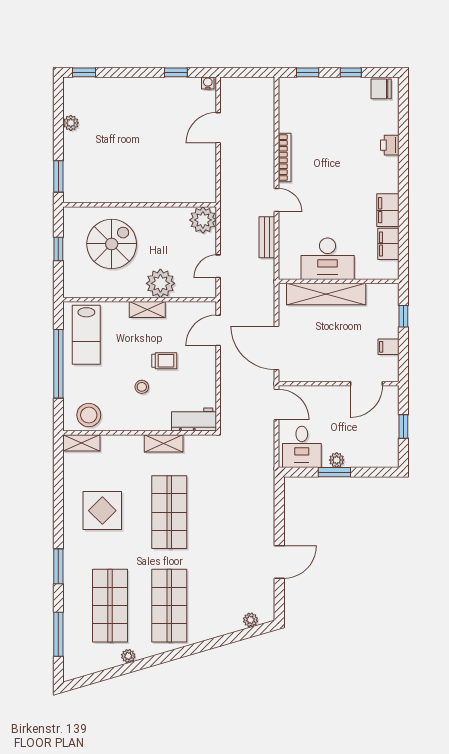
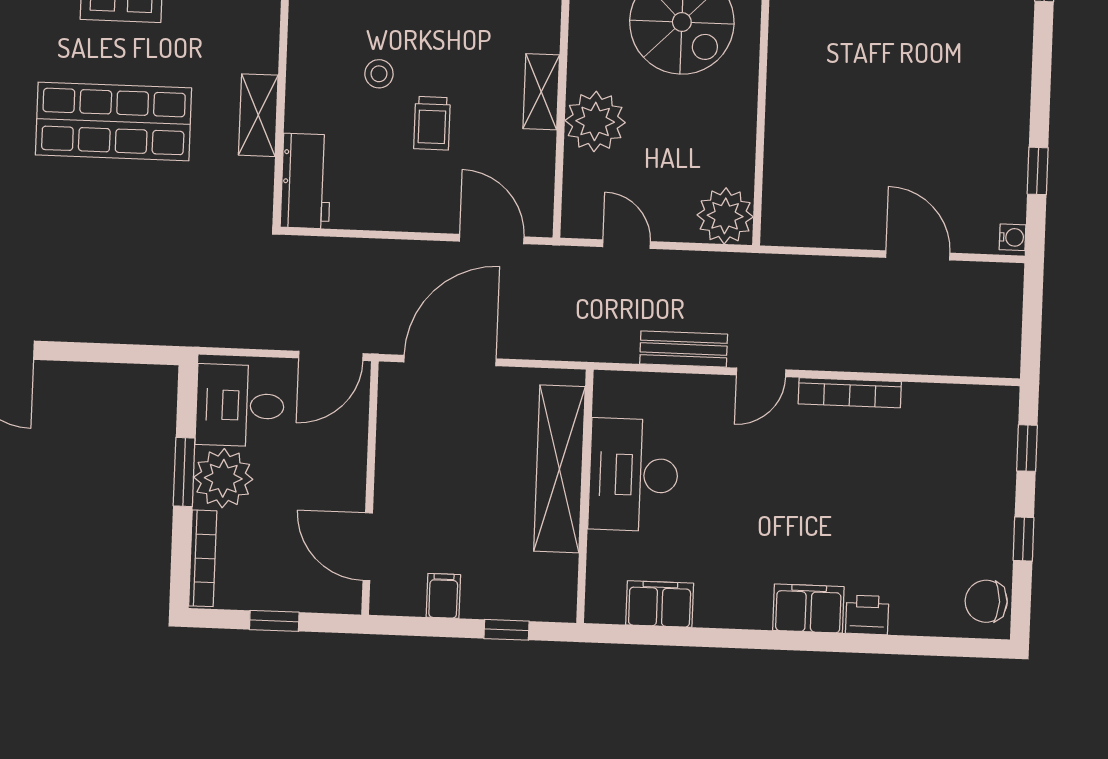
chair: (381, 89) -> (986, 601), turned -90
filing cabinet: (388, 210) -> (808, 609), moved
plant: (337, 460) -> (223, 478), width x1.88, depth x1.88
bookcase: (375, 462) -> (203, 558), added

